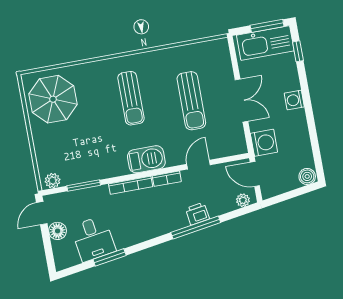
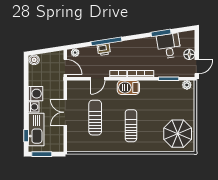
kitchen sink: (265, 43) -> (36, 130), moved, turned 90
washing machine: (264, 143) -> (35, 94), moved, turned 180

